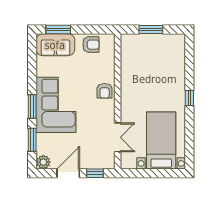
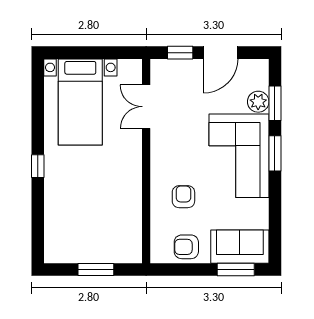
armchair: (105, 91) -> (183, 197), moved
plant: (43, 162) -> (258, 102), moved

